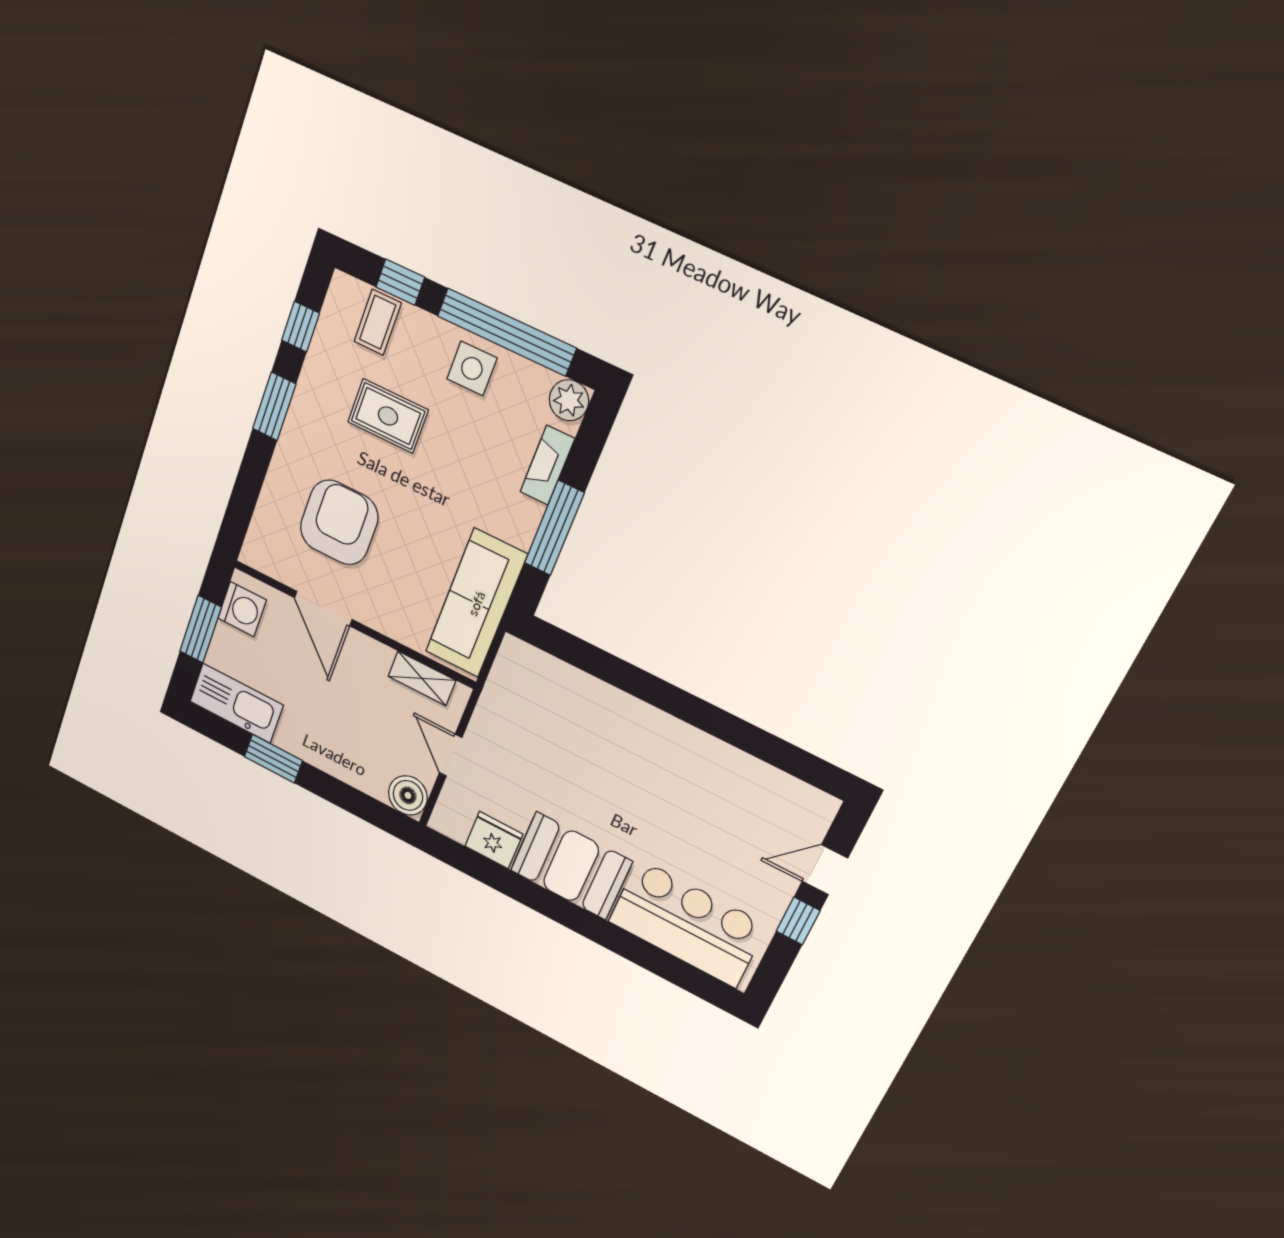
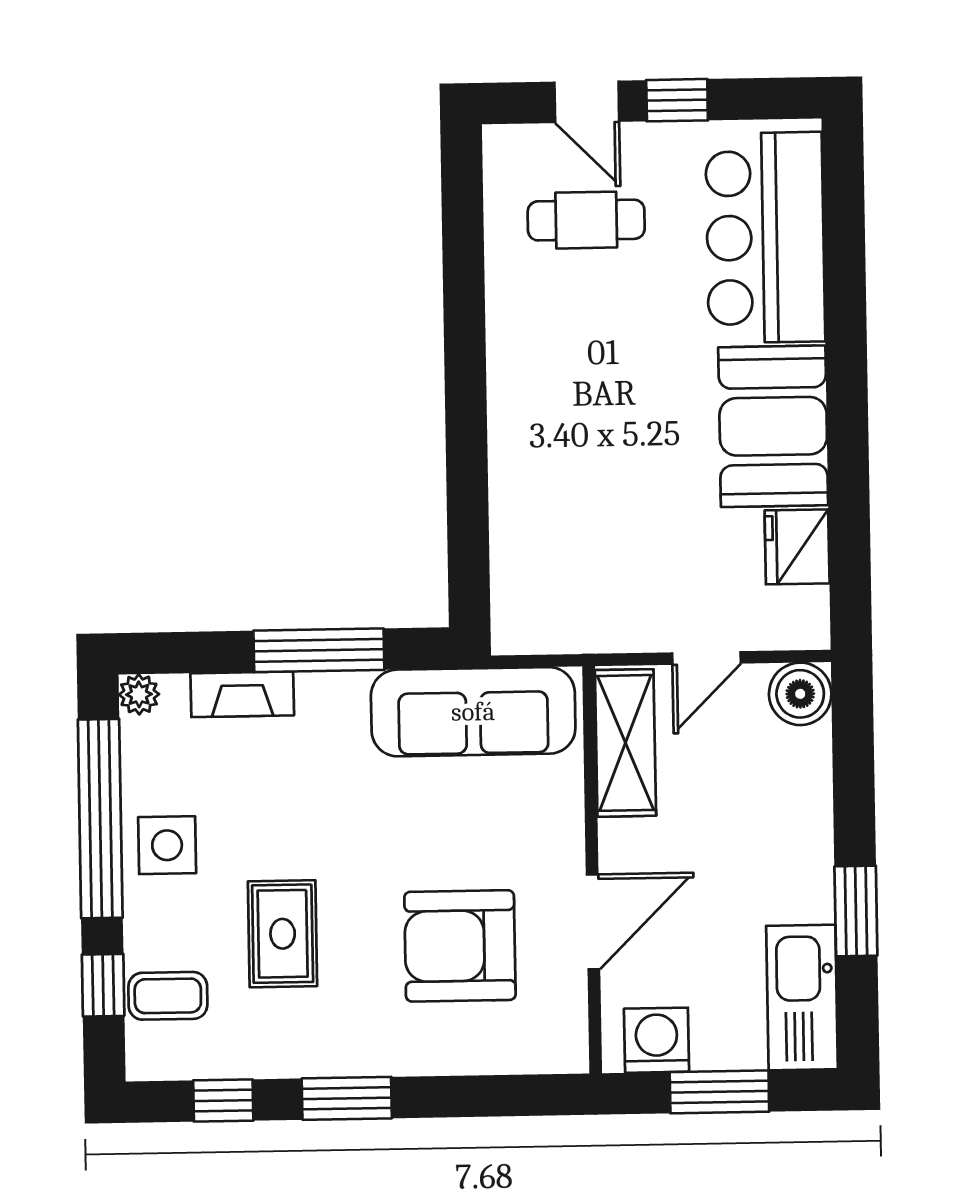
plant: (569, 400) -> (139, 694), width x0.73, depth x0.73
shelving: (422, 678) -> (625, 743), width x1.50, depth x1.33
cafe table: (750, 829) -> (586, 220), added

